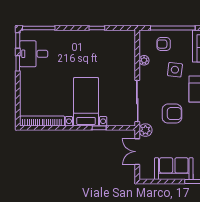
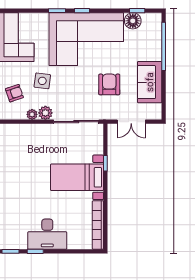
armchair: (164, 44) -> (14, 93), turned -109
desk: (34, 54) -> (47, 234), moved, width x1.37
armchair: (172, 114) -> (109, 84), moved
plant: (145, 130) -> (45, 113), moved

